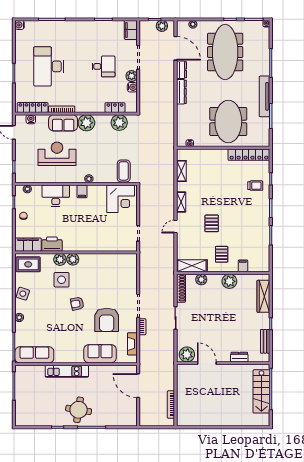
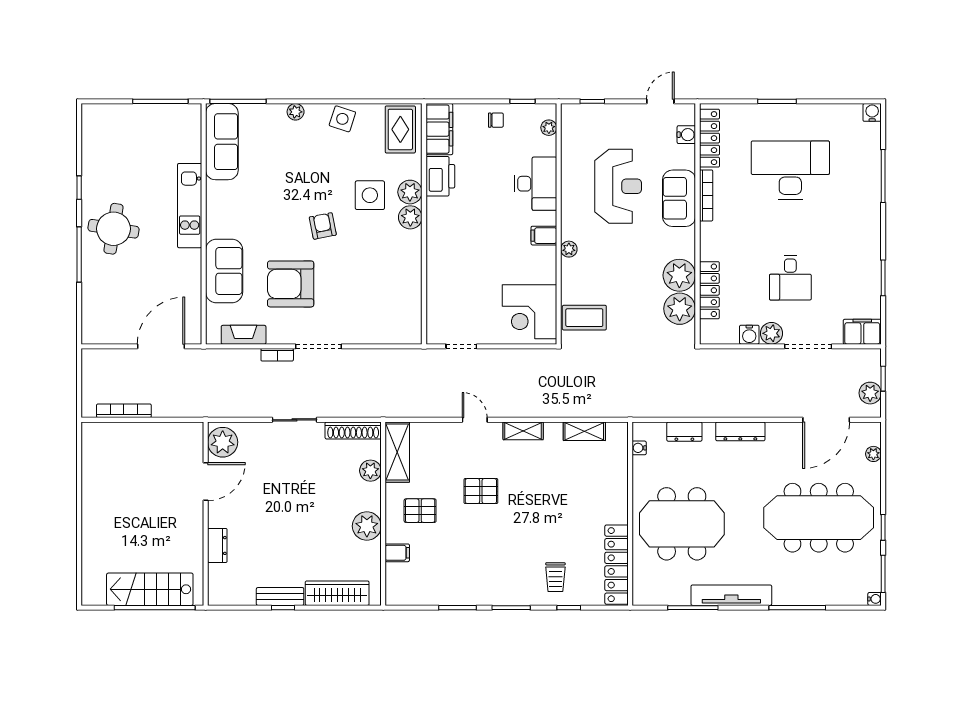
dresser: (181, 70) -> (684, 432), moved
locker: (115, 108) -> (709, 290), width x1.53
plant: (86, 123) -> (679, 275), moved
bench: (265, 341) -> (280, 596), moved

